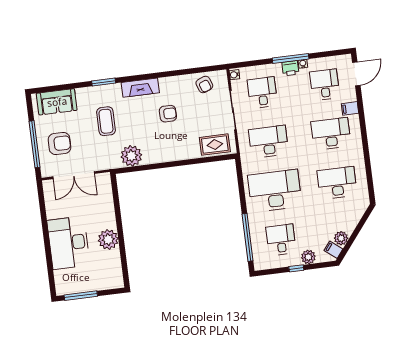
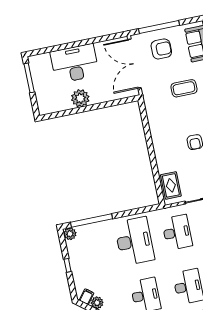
armchair: (60, 143) -> (161, 49), turned -90
plant: (131, 156) -> (155, 113), removed
double door: (74, 175) -> (134, 64), width x1.36
desk: (281, 240) -> (92, 250), removed
plant: (308, 257) -> (70, 234), moved

